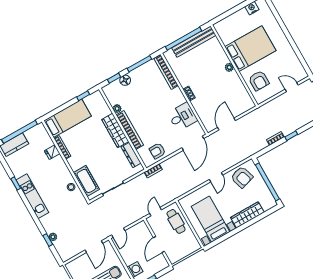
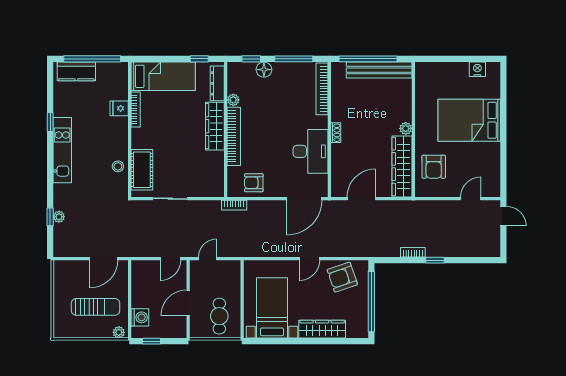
bed: (250, 49) -> (469, 120), moved, turned 180
door: (292, 87) -> (471, 199), hinge flipped
wardrobe: (240, 91) -> (402, 167), added
desk: (182, 117) -> (311, 151), width x1.37
dresser: (131, 155) -> (217, 83), moved
armchair: (242, 177) -> (342, 277), turned 88
cafe table: (176, 221) -> (219, 316), moved
door: (118, 233) -> (170, 259), moved

